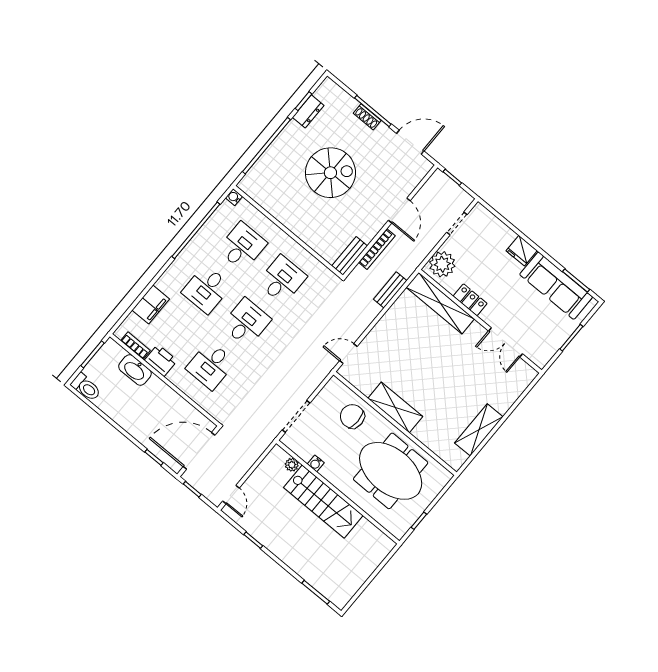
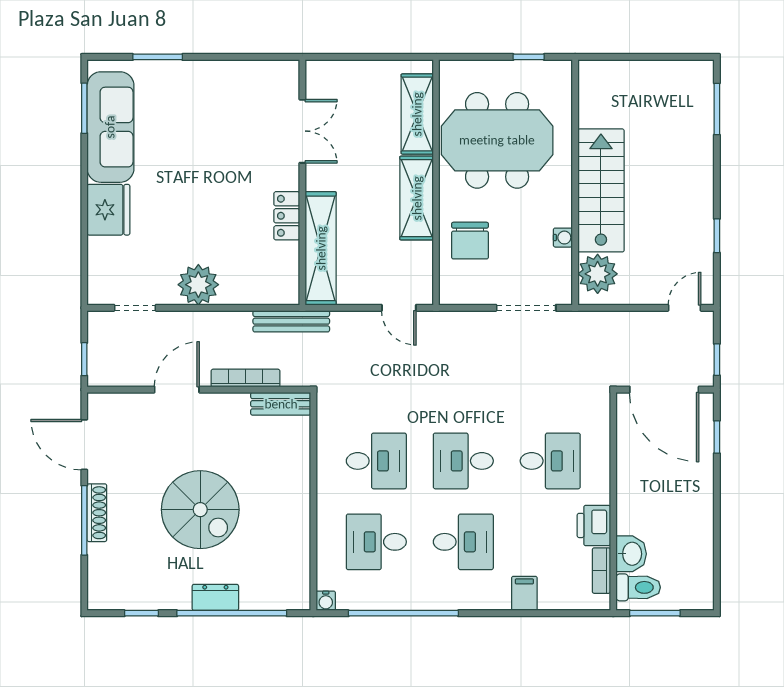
dresser: (308, 111) -> (215, 597), moved
shoe rack: (367, 117) -> (97, 513), width x1.43
spiral stairs: (330, 173) -> (200, 510), turned 180
fridge: (522, 251) -> (108, 210), width x1.36, depth x1.34
desk: (282, 280) -> (376, 461), turned 180
bench: (390, 290) -> (291, 321), width x1.36
locker: (470, 300) -> (287, 216), moved
shelving: (440, 303) -> (321, 248), moved
filing cabinet: (151, 304) -> (524, 593), width x0.50
wall: (480, 321) -> (302, 182), moved
double door: (505, 342) -> (302, 131), moved
washbasin: (135, 370) -> (631, 554), width x0.72
toilet: (86, 387) -> (638, 587), moved, turned 90
shelving: (479, 430) -> (417, 114), moved, turned 90
plant: (292, 465) -> (598, 274), width x1.88, depth x1.88
meeting table: (391, 471) -> (497, 140), turned 90

